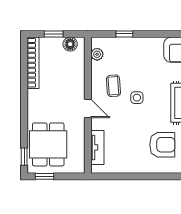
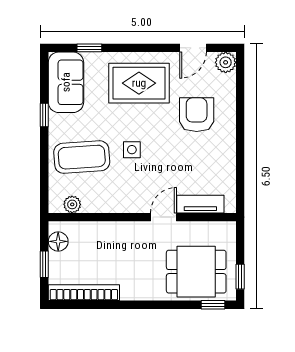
window: (124, 34) -> (44, 115), moved
coffee table: (113, 86) -> (82, 157), moved, width x1.86, depth x1.72
door: (88, 108) -> (163, 217), moved

